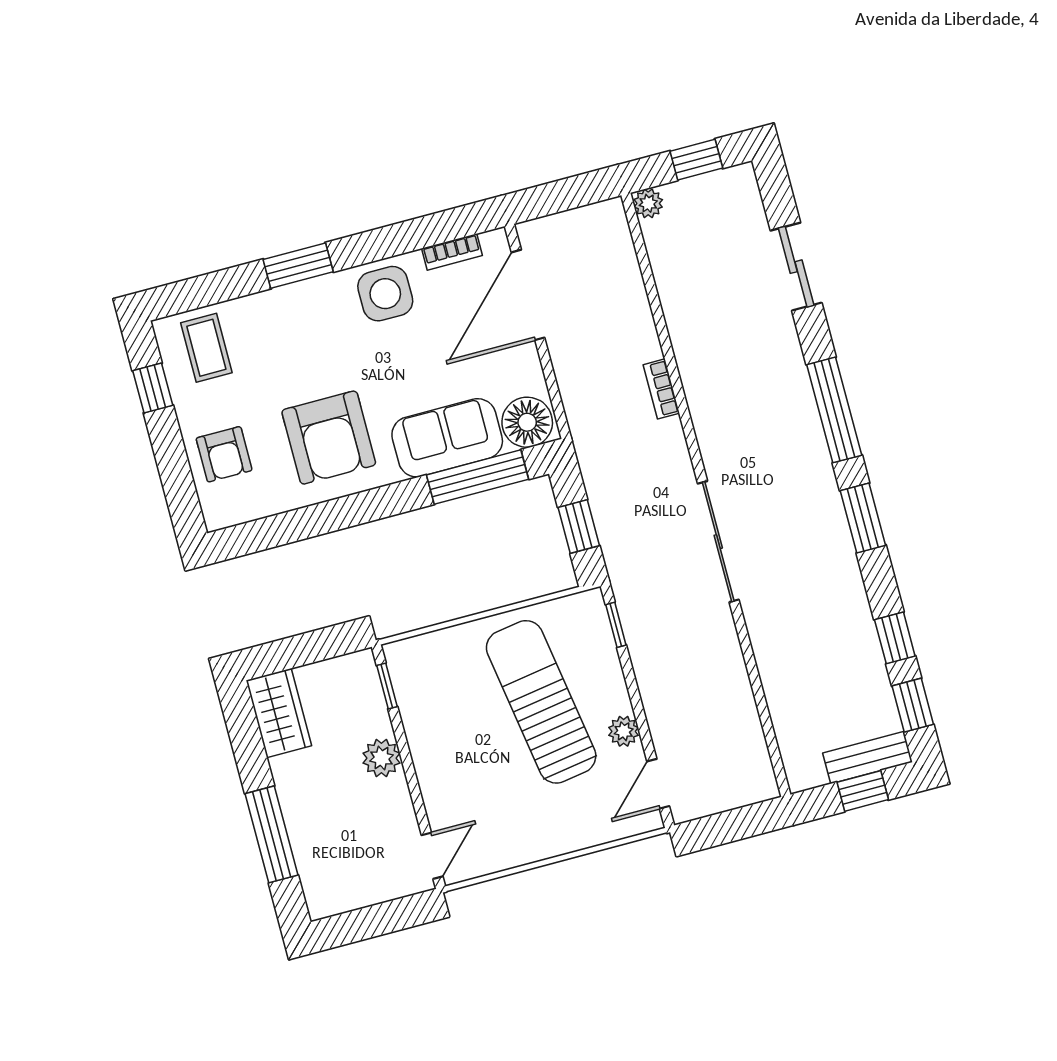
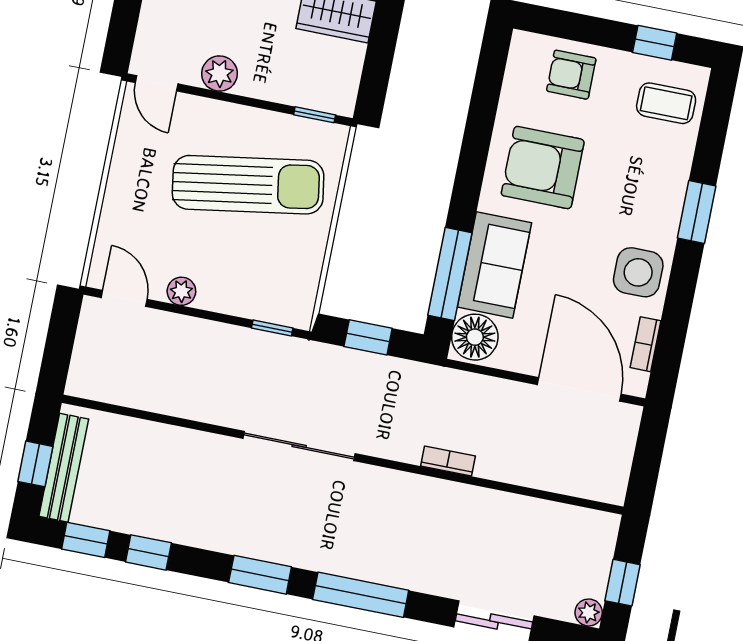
plant: (648, 203) -> (589, 612), moved
sun lounger: (541, 702) -> (248, 185), moved
bench: (868, 757) -> (64, 468), width x1.36
plant: (381, 758) -> (219, 74), moved

